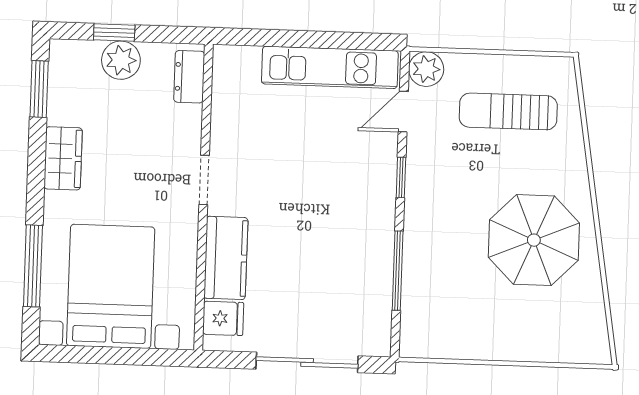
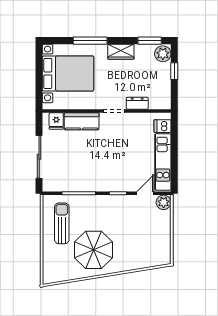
plant: (121, 60) -> (163, 54), moved
dishwasher: (244, 65) -> (163, 126), added
dresser: (189, 77) -> (137, 103), moved
sun lounger: (508, 111) -> (62, 223), moved
door: (403, 112) -> (145, 193), hinge flipped
window: (33, 266) -> (90, 41), moved

